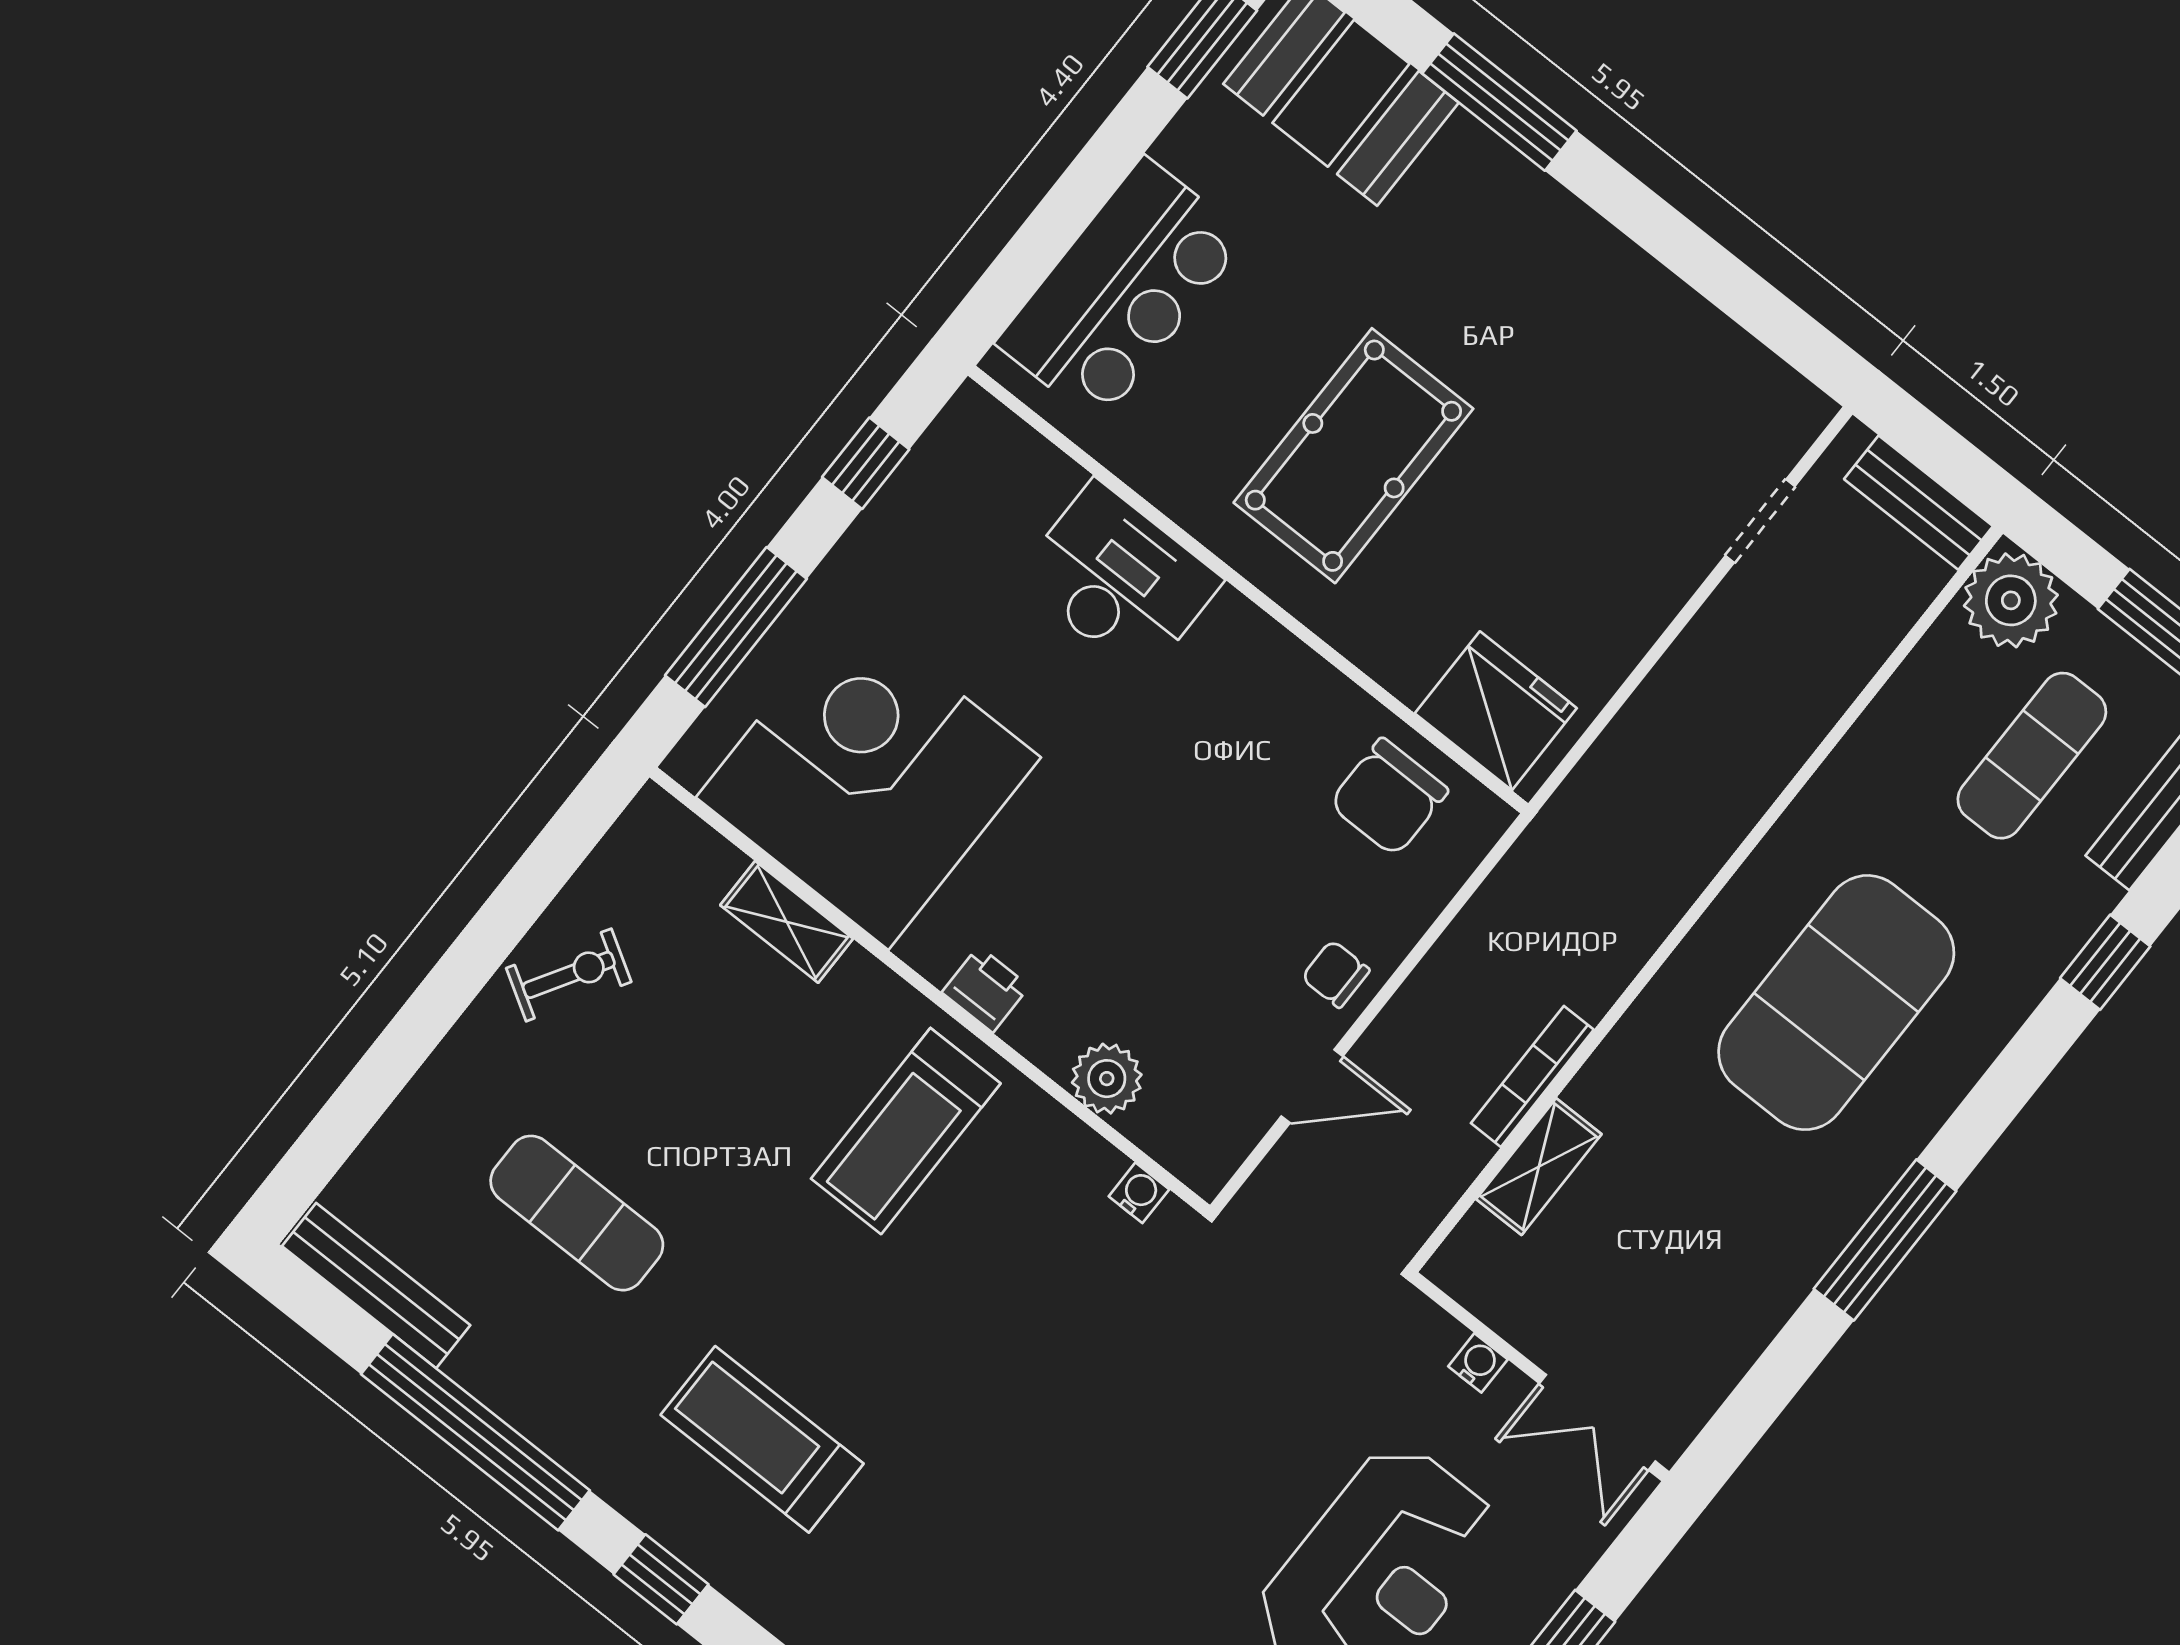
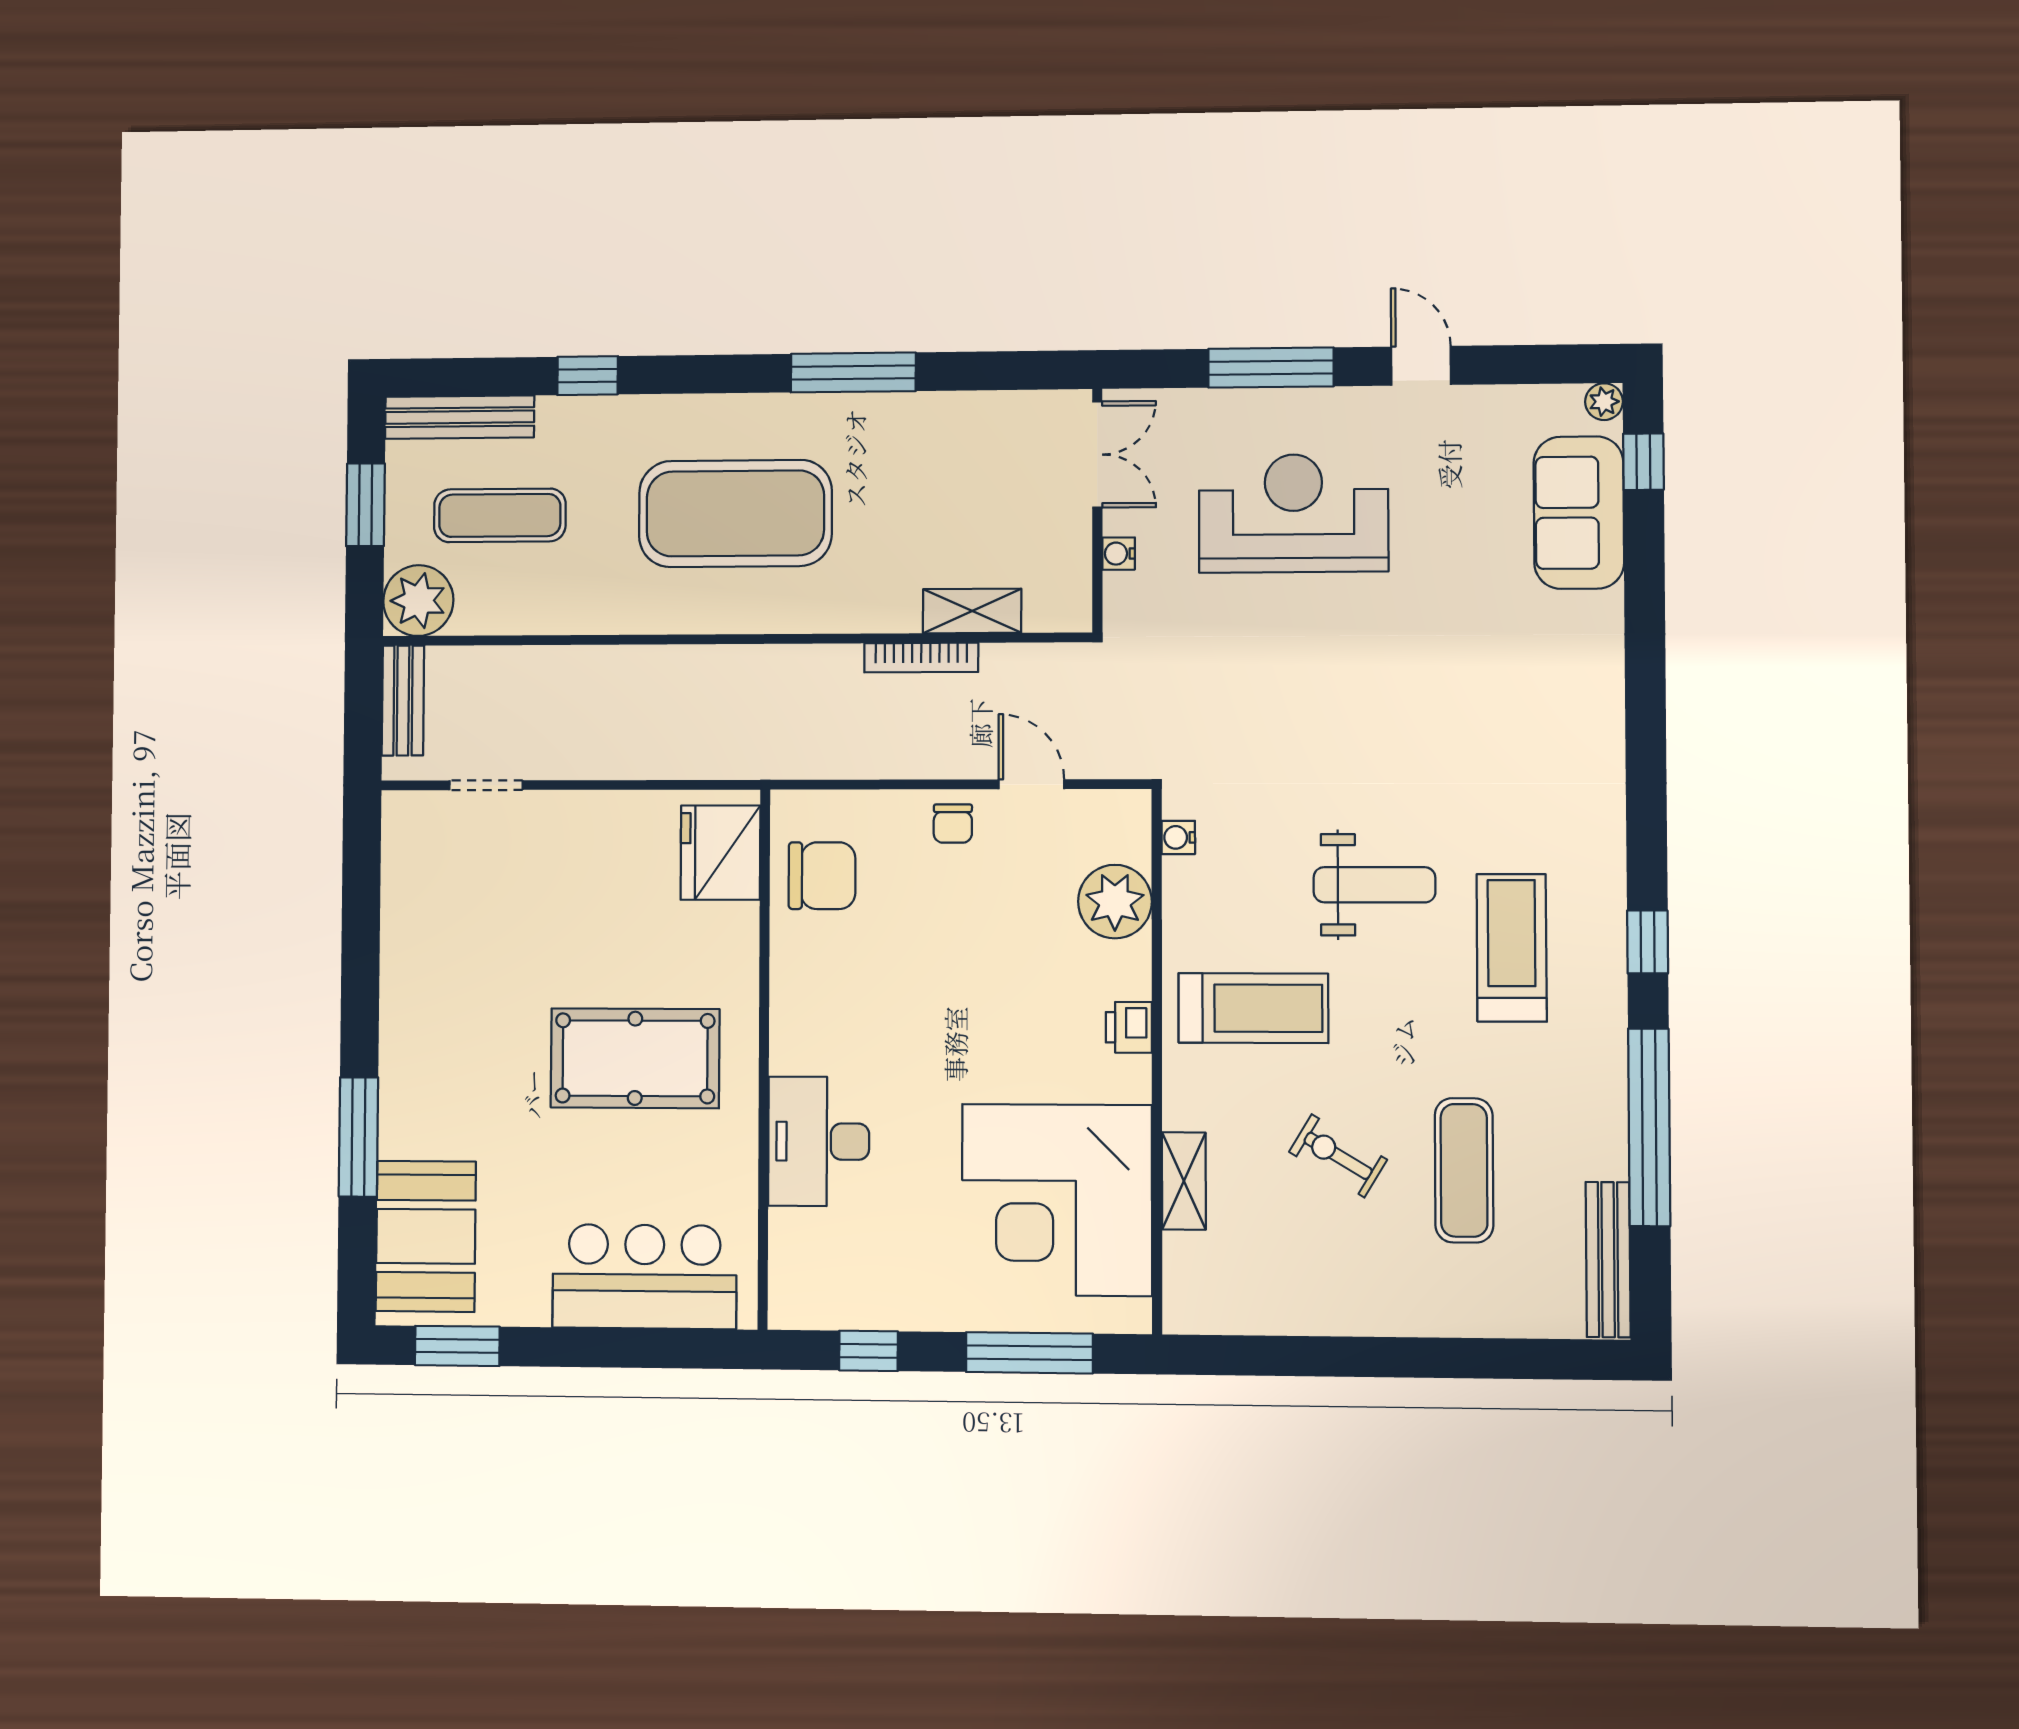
exercise bike: (569, 975) -> (1338, 1156), moved
plant: (1107, 1079) -> (1115, 902), width x1.36, depth x1.36
weight bench: (934, 1353) -> (1374, 885), added
treadmill: (762, 1439) -> (1512, 948), turned 180

